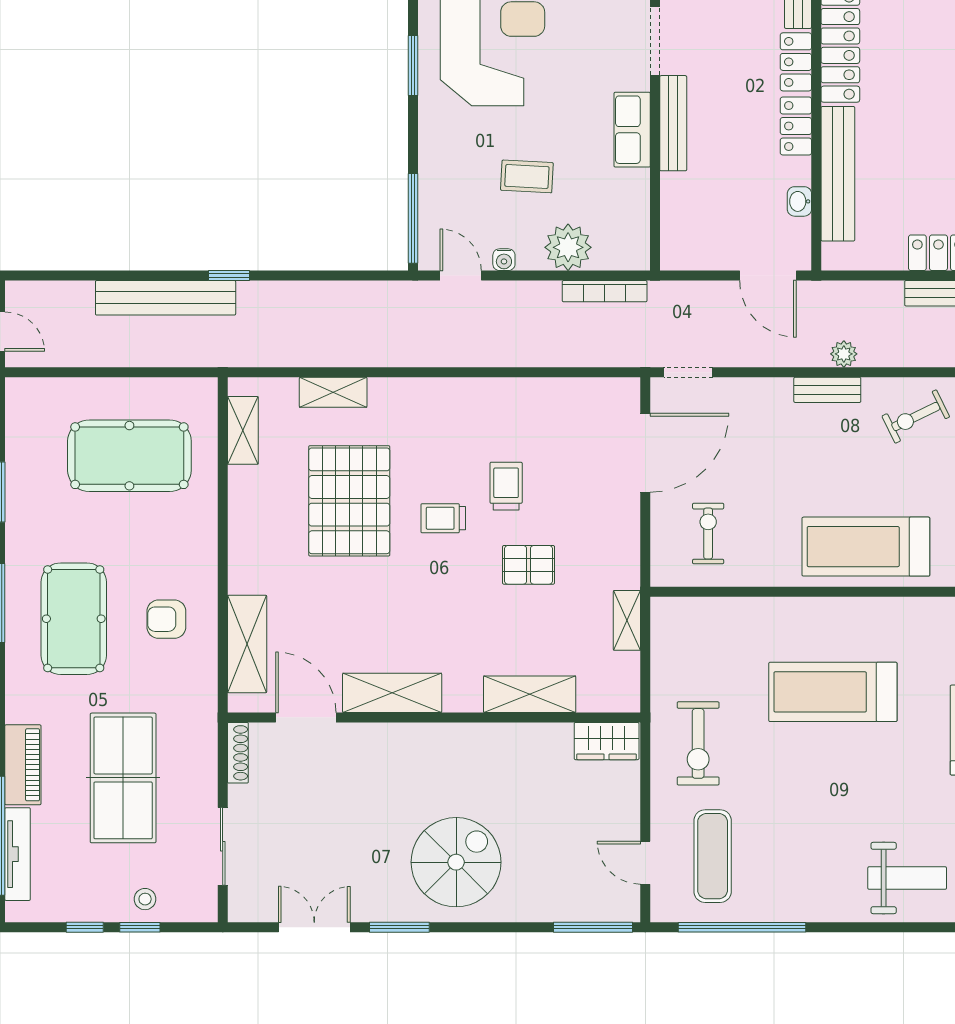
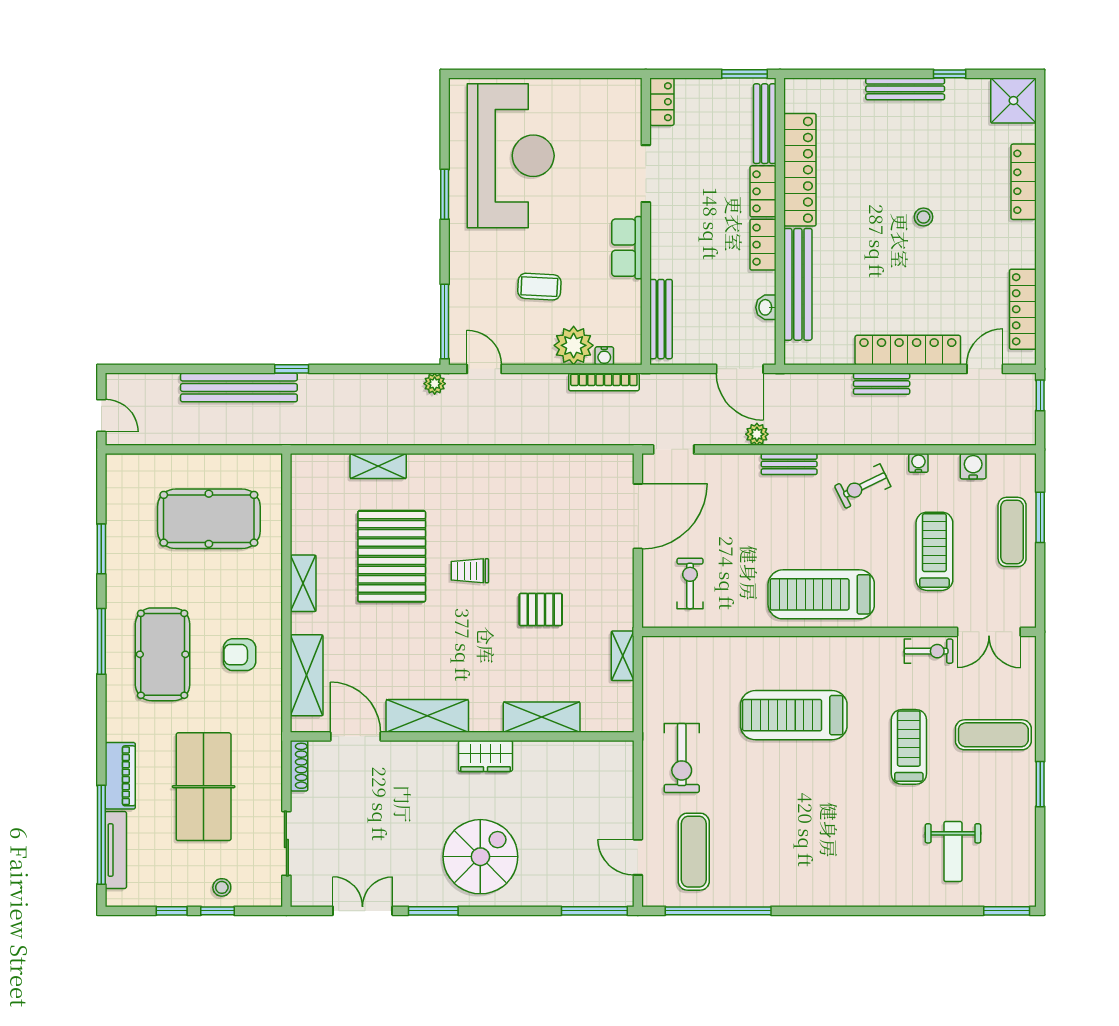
bench: (673, 123) -> (661, 319), moved
water cooler: (504, 260) -> (604, 356), moved
plant: (401, 293) -> (435, 384), added
plant: (844, 354) -> (757, 434), moved
shelving: (243, 430) -> (303, 583), moved
trolley: (506, 486) -> (522, 544), removed
wardrobe: (607, 741) -> (485, 756), moved
weight bench: (907, 878) -> (855, 870), removed

